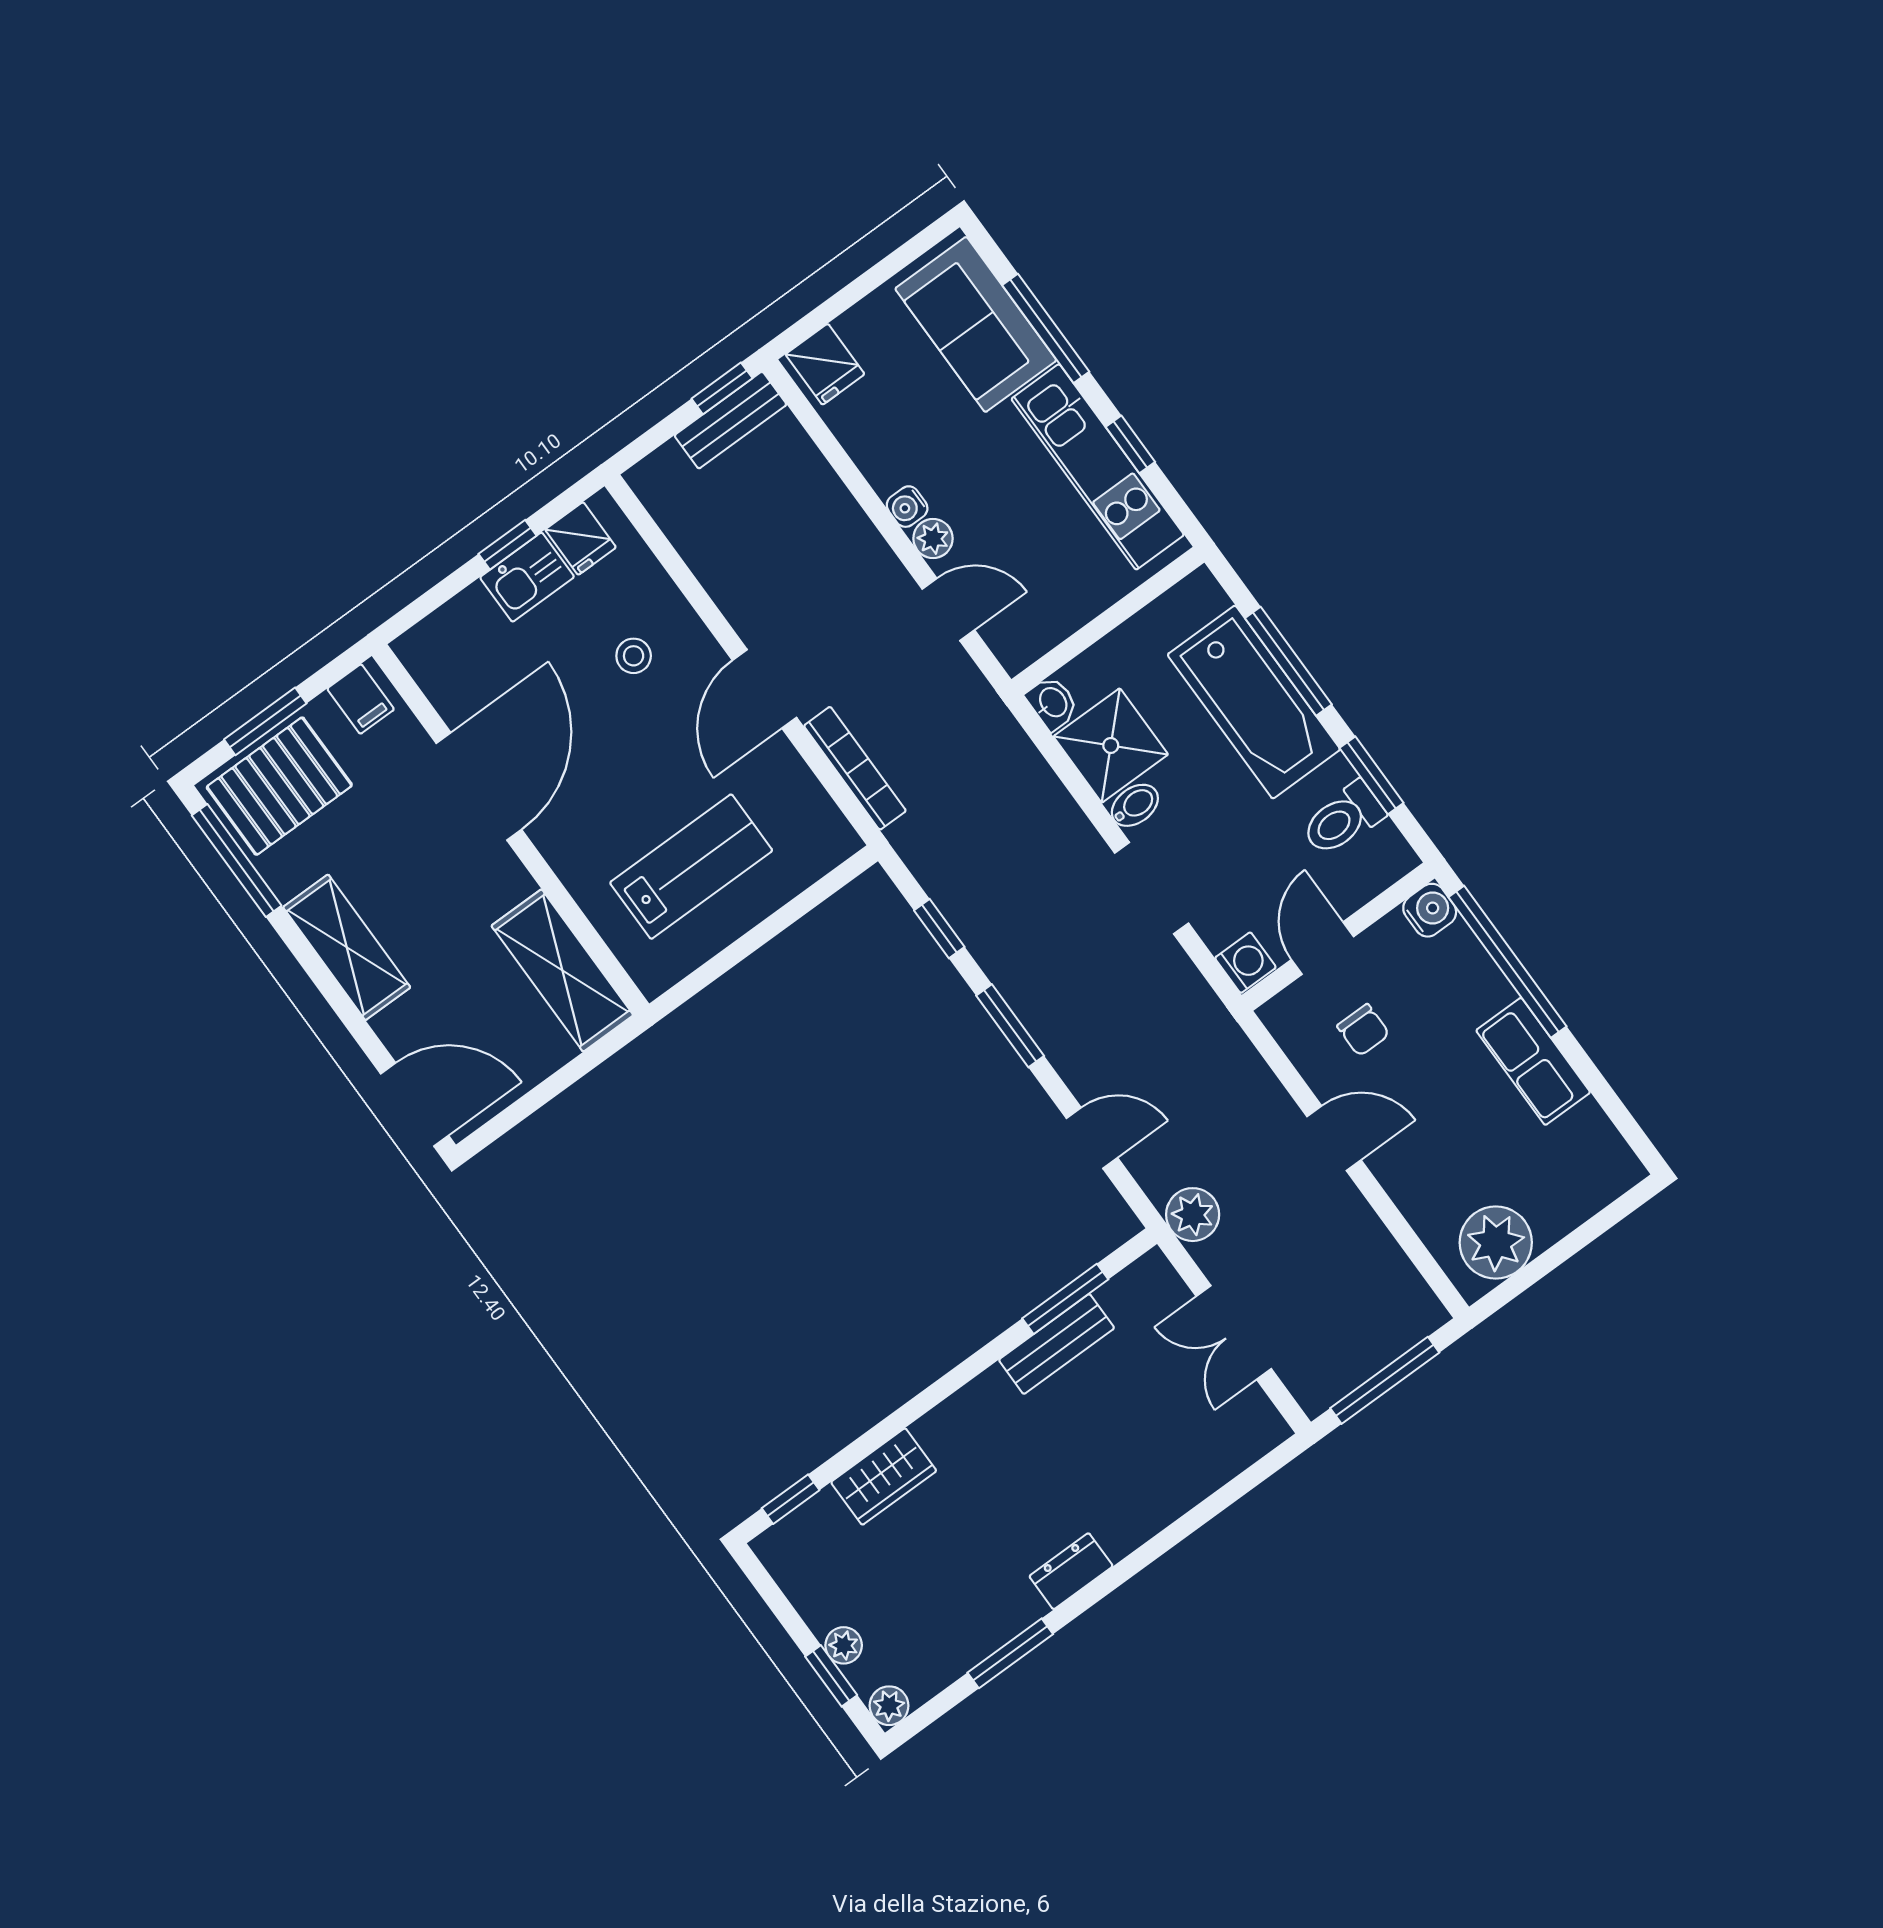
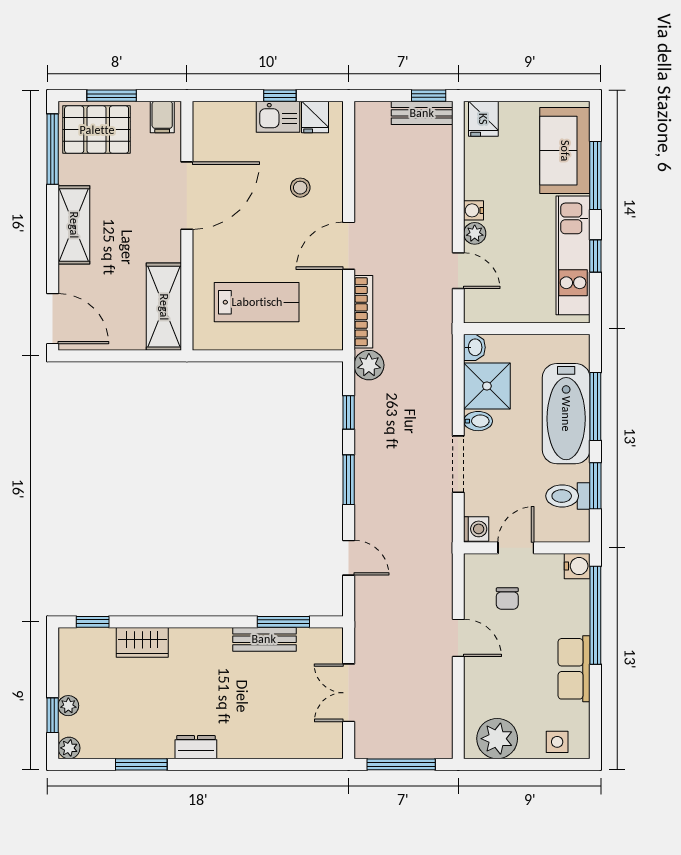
side table: (1586, 1184) -> (557, 742), added
plant: (1193, 1215) -> (369, 365), moved

